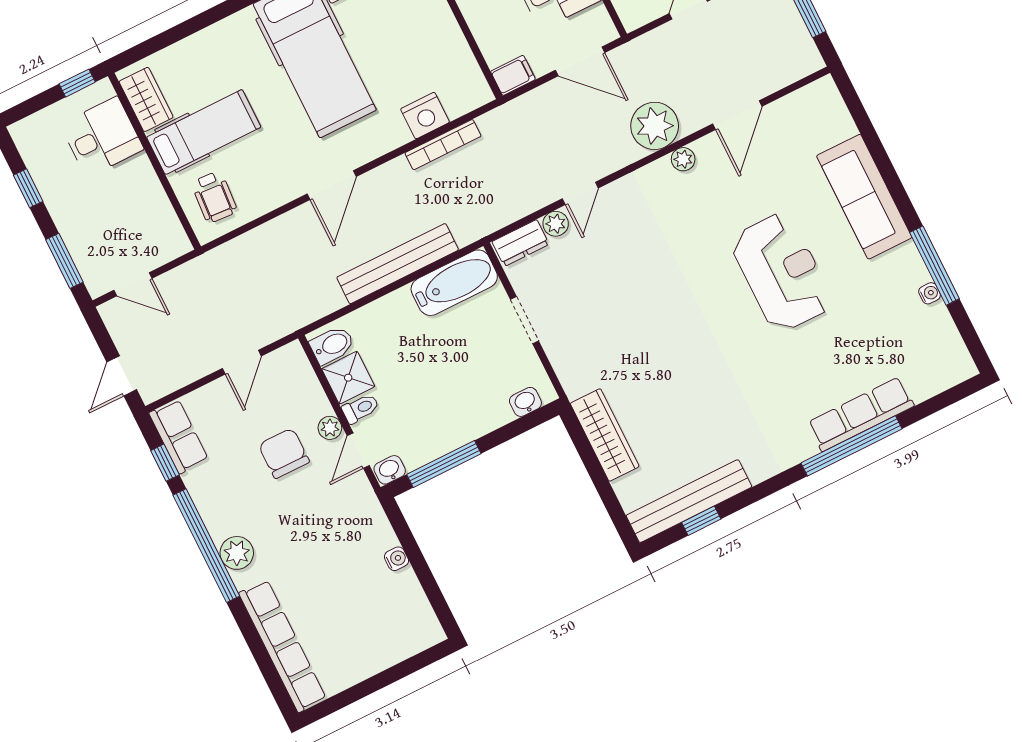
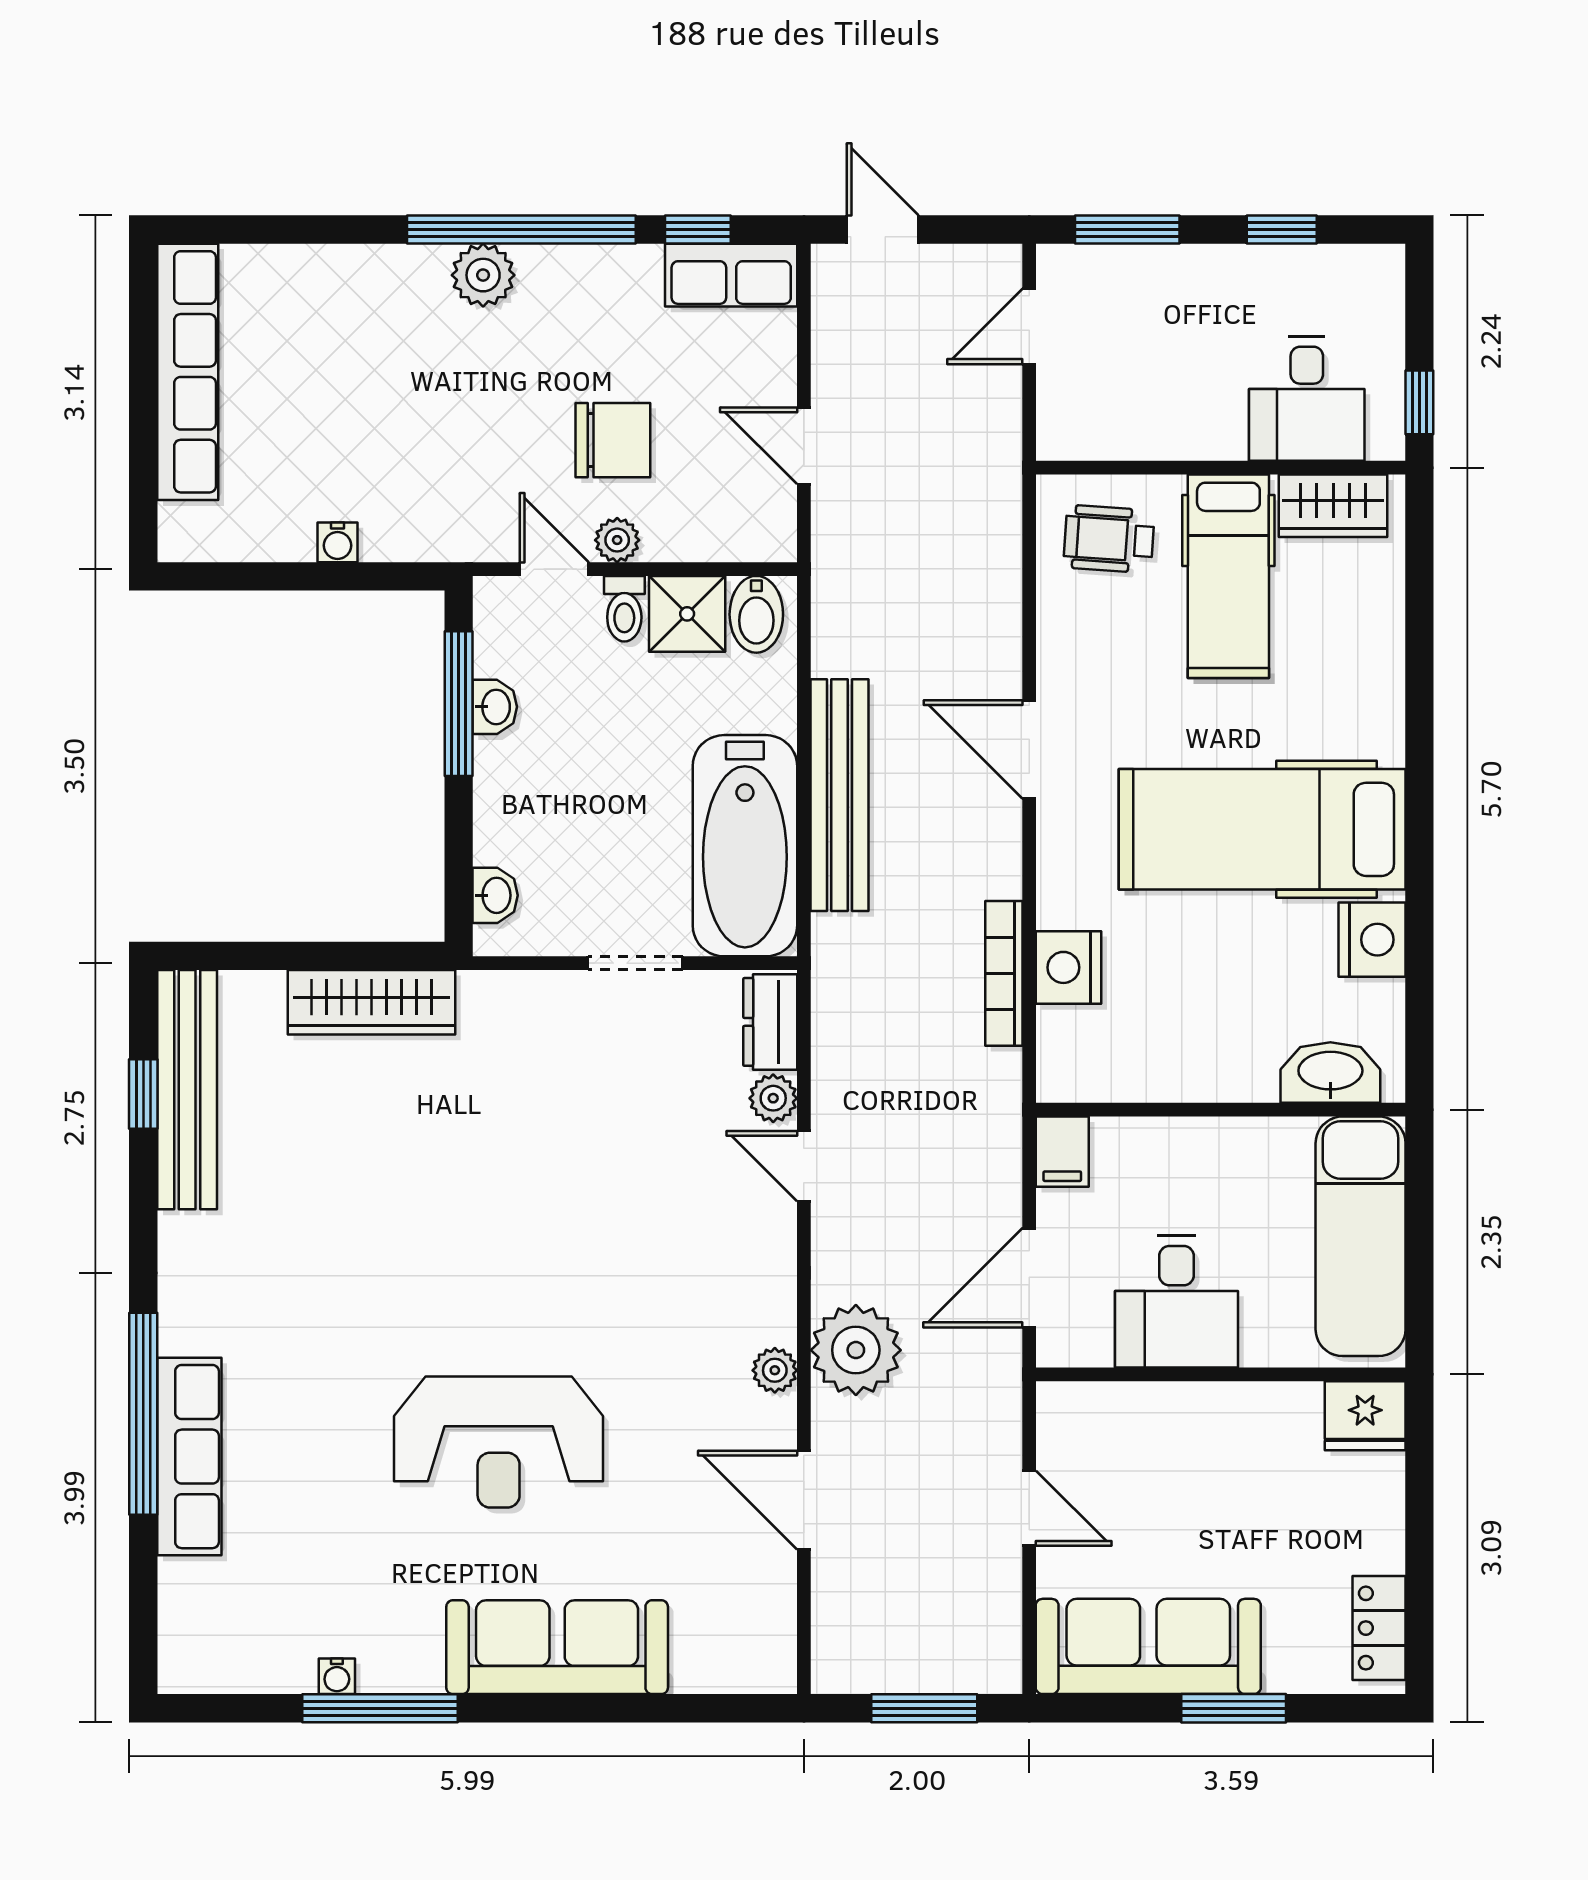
bathtub: (454, 283) -> (745, 846), width x1.36, depth x1.36
washbasin: (390, 470) -> (495, 707), moved
row of seats: (282, 646) -> (188, 372), moved, turned -90

